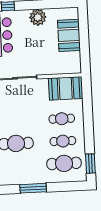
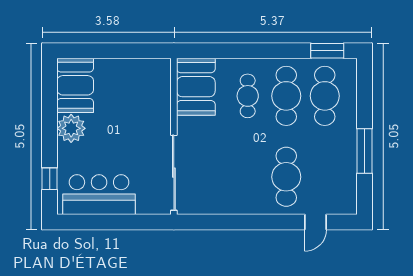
booth: (69, 35) -> (75, 85), moved, turned 90
cafe table: (63, 141) -> (286, 96), width x1.37, depth x1.35

